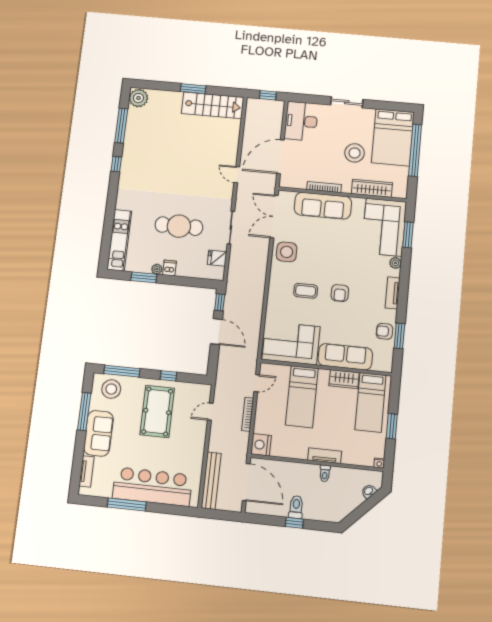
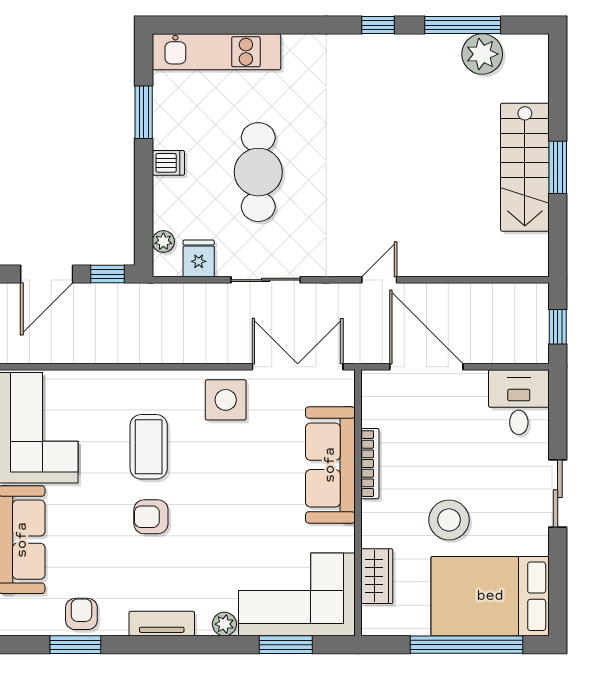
plant: (138, 98) -> (482, 54), moved
stairs: (213, 105) -> (525, 167), moved
desk: (301, 121) -> (519, 402), width x0.73
wardrobe: (372, 188) -> (377, 576), width x0.67
plant: (157, 269) -> (163, 242), moved
coffee table: (306, 291) -> (149, 447), width x1.36, depth x1.30

